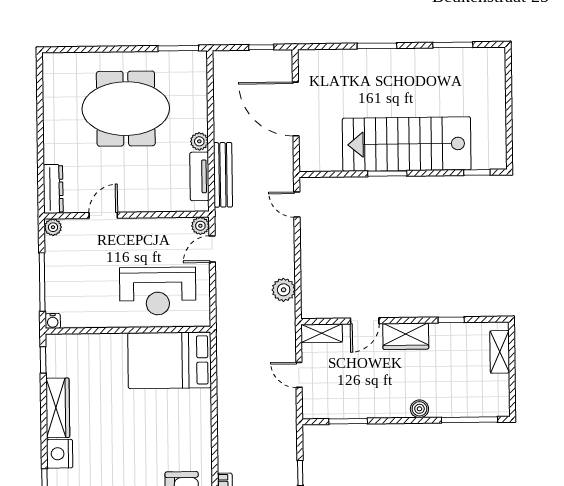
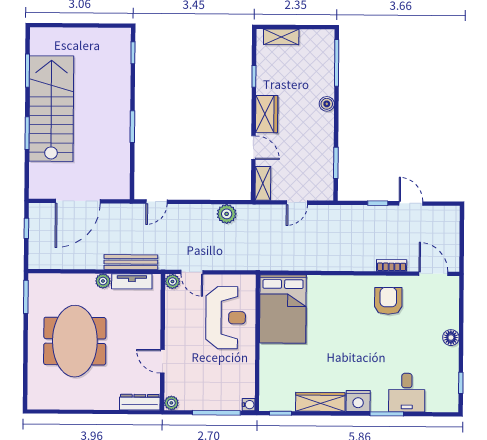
stairs: (407, 144) -> (51, 109), moved, turned 180

